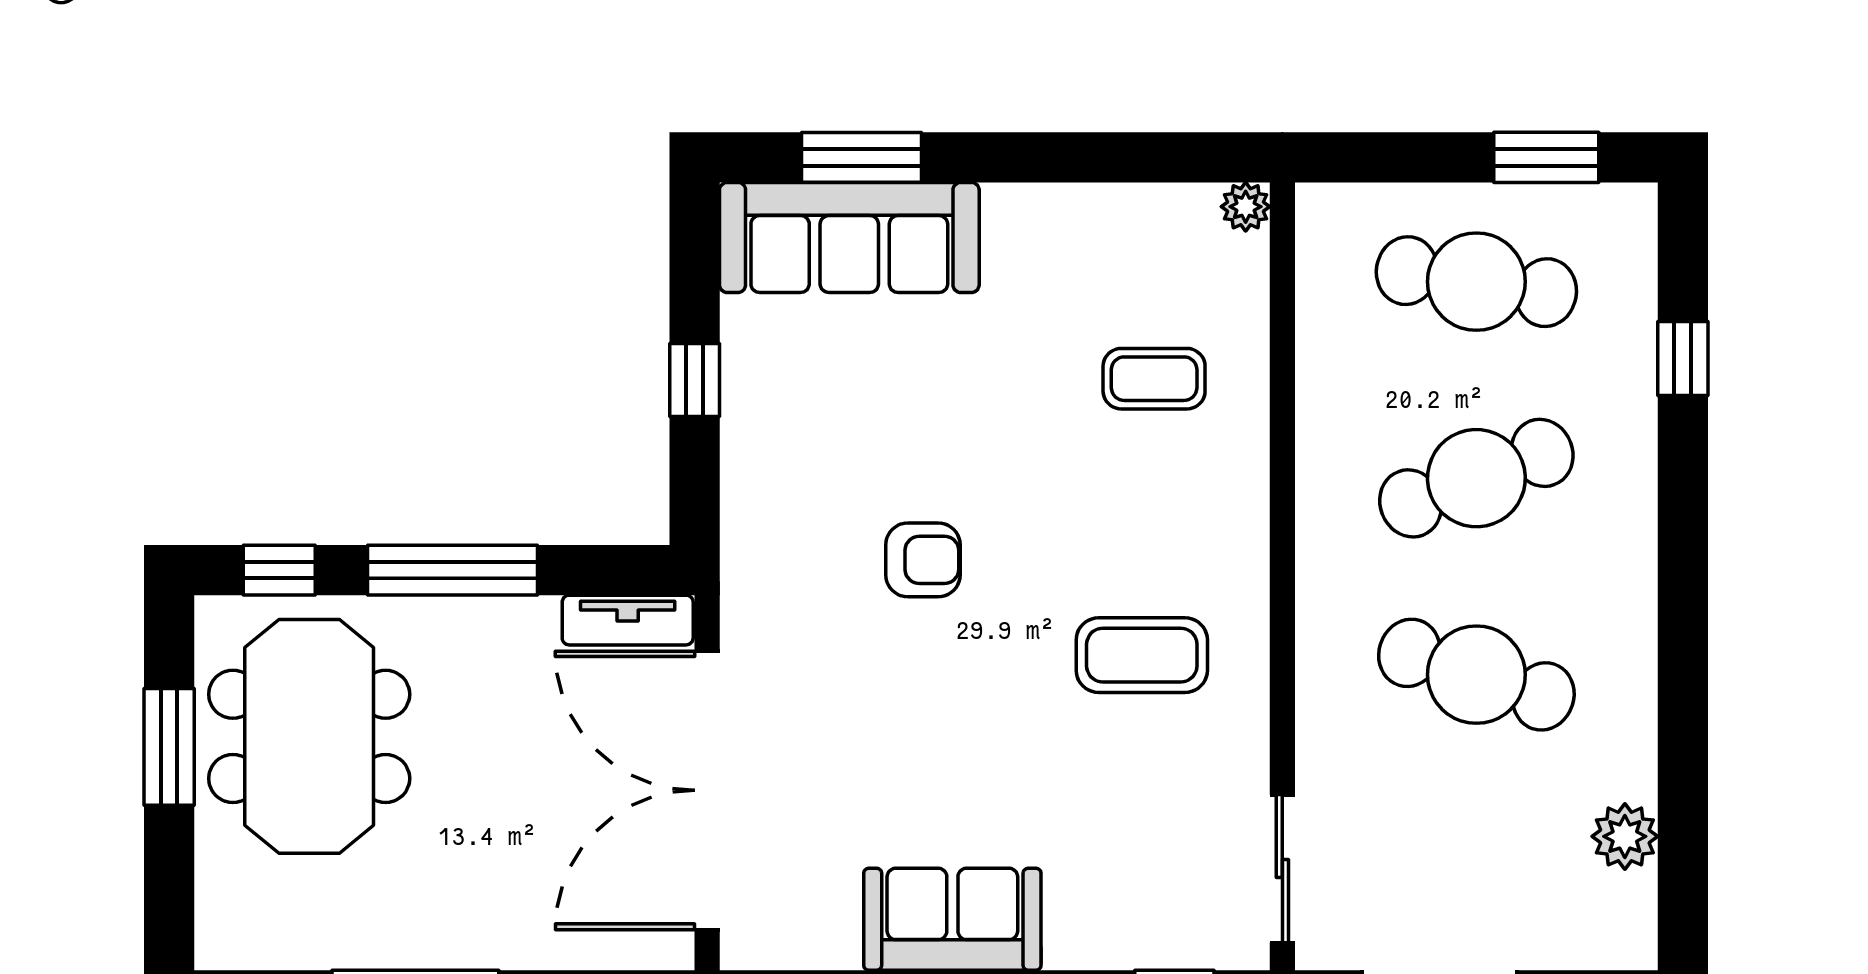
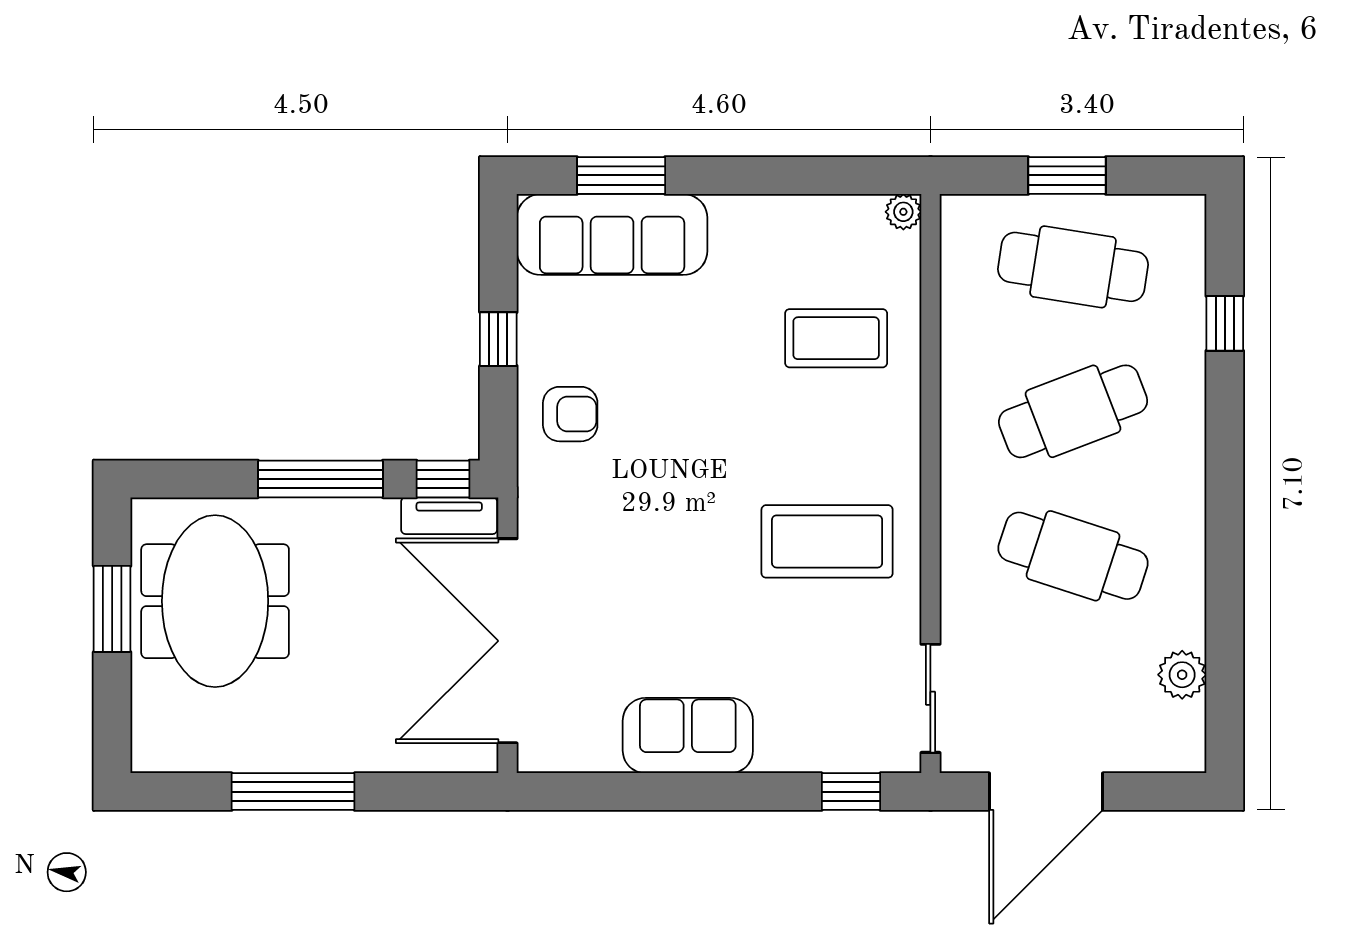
window: (1546, 157) -> (1067, 175), moved
coffee table: (1154, 379) -> (836, 338), width x1.36, depth x1.30
armchair: (923, 560) -> (570, 414), moved
window: (279, 570) -> (443, 479), moved
coffee table: (1142, 655) -> (827, 541), width x1.36, depth x1.32

